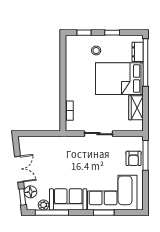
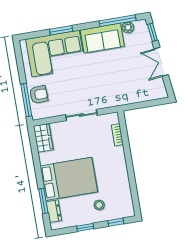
window: (146, 63) -> (43, 201), width x0.47
wardrobe: (136, 108) -> (43, 138), moved
armchair: (134, 158) -> (39, 95), turned 88
floor lamp: (31, 192) -> (145, 39), removed

